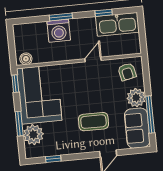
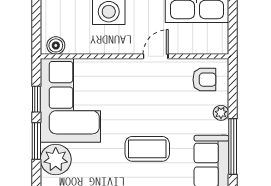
armchair: (127, 72) -> (204, 80), turned -78
window: (15, 84) -> (36, 99), moved
plant: (136, 98) -> (221, 113), width x0.53, depth x0.53

